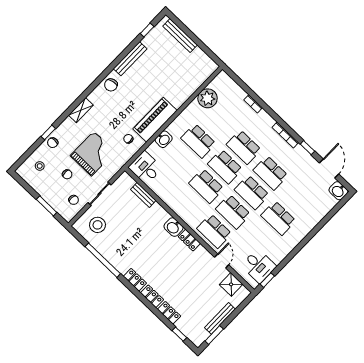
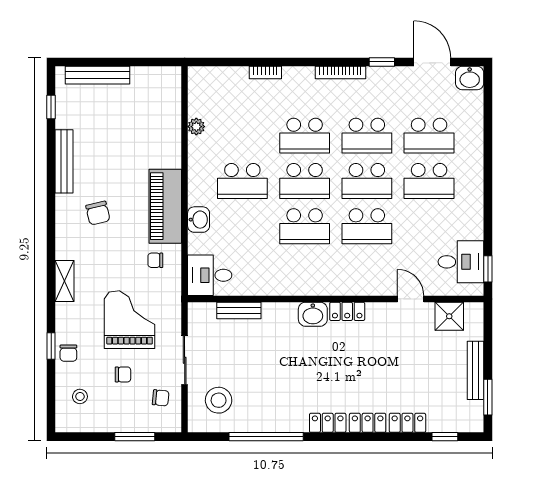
chair: (111, 85) -> (98, 213), moved
plant: (207, 98) -> (196, 127), width x0.53, depth x0.53
school desk: (214, 231) -> (429, 136), moved

